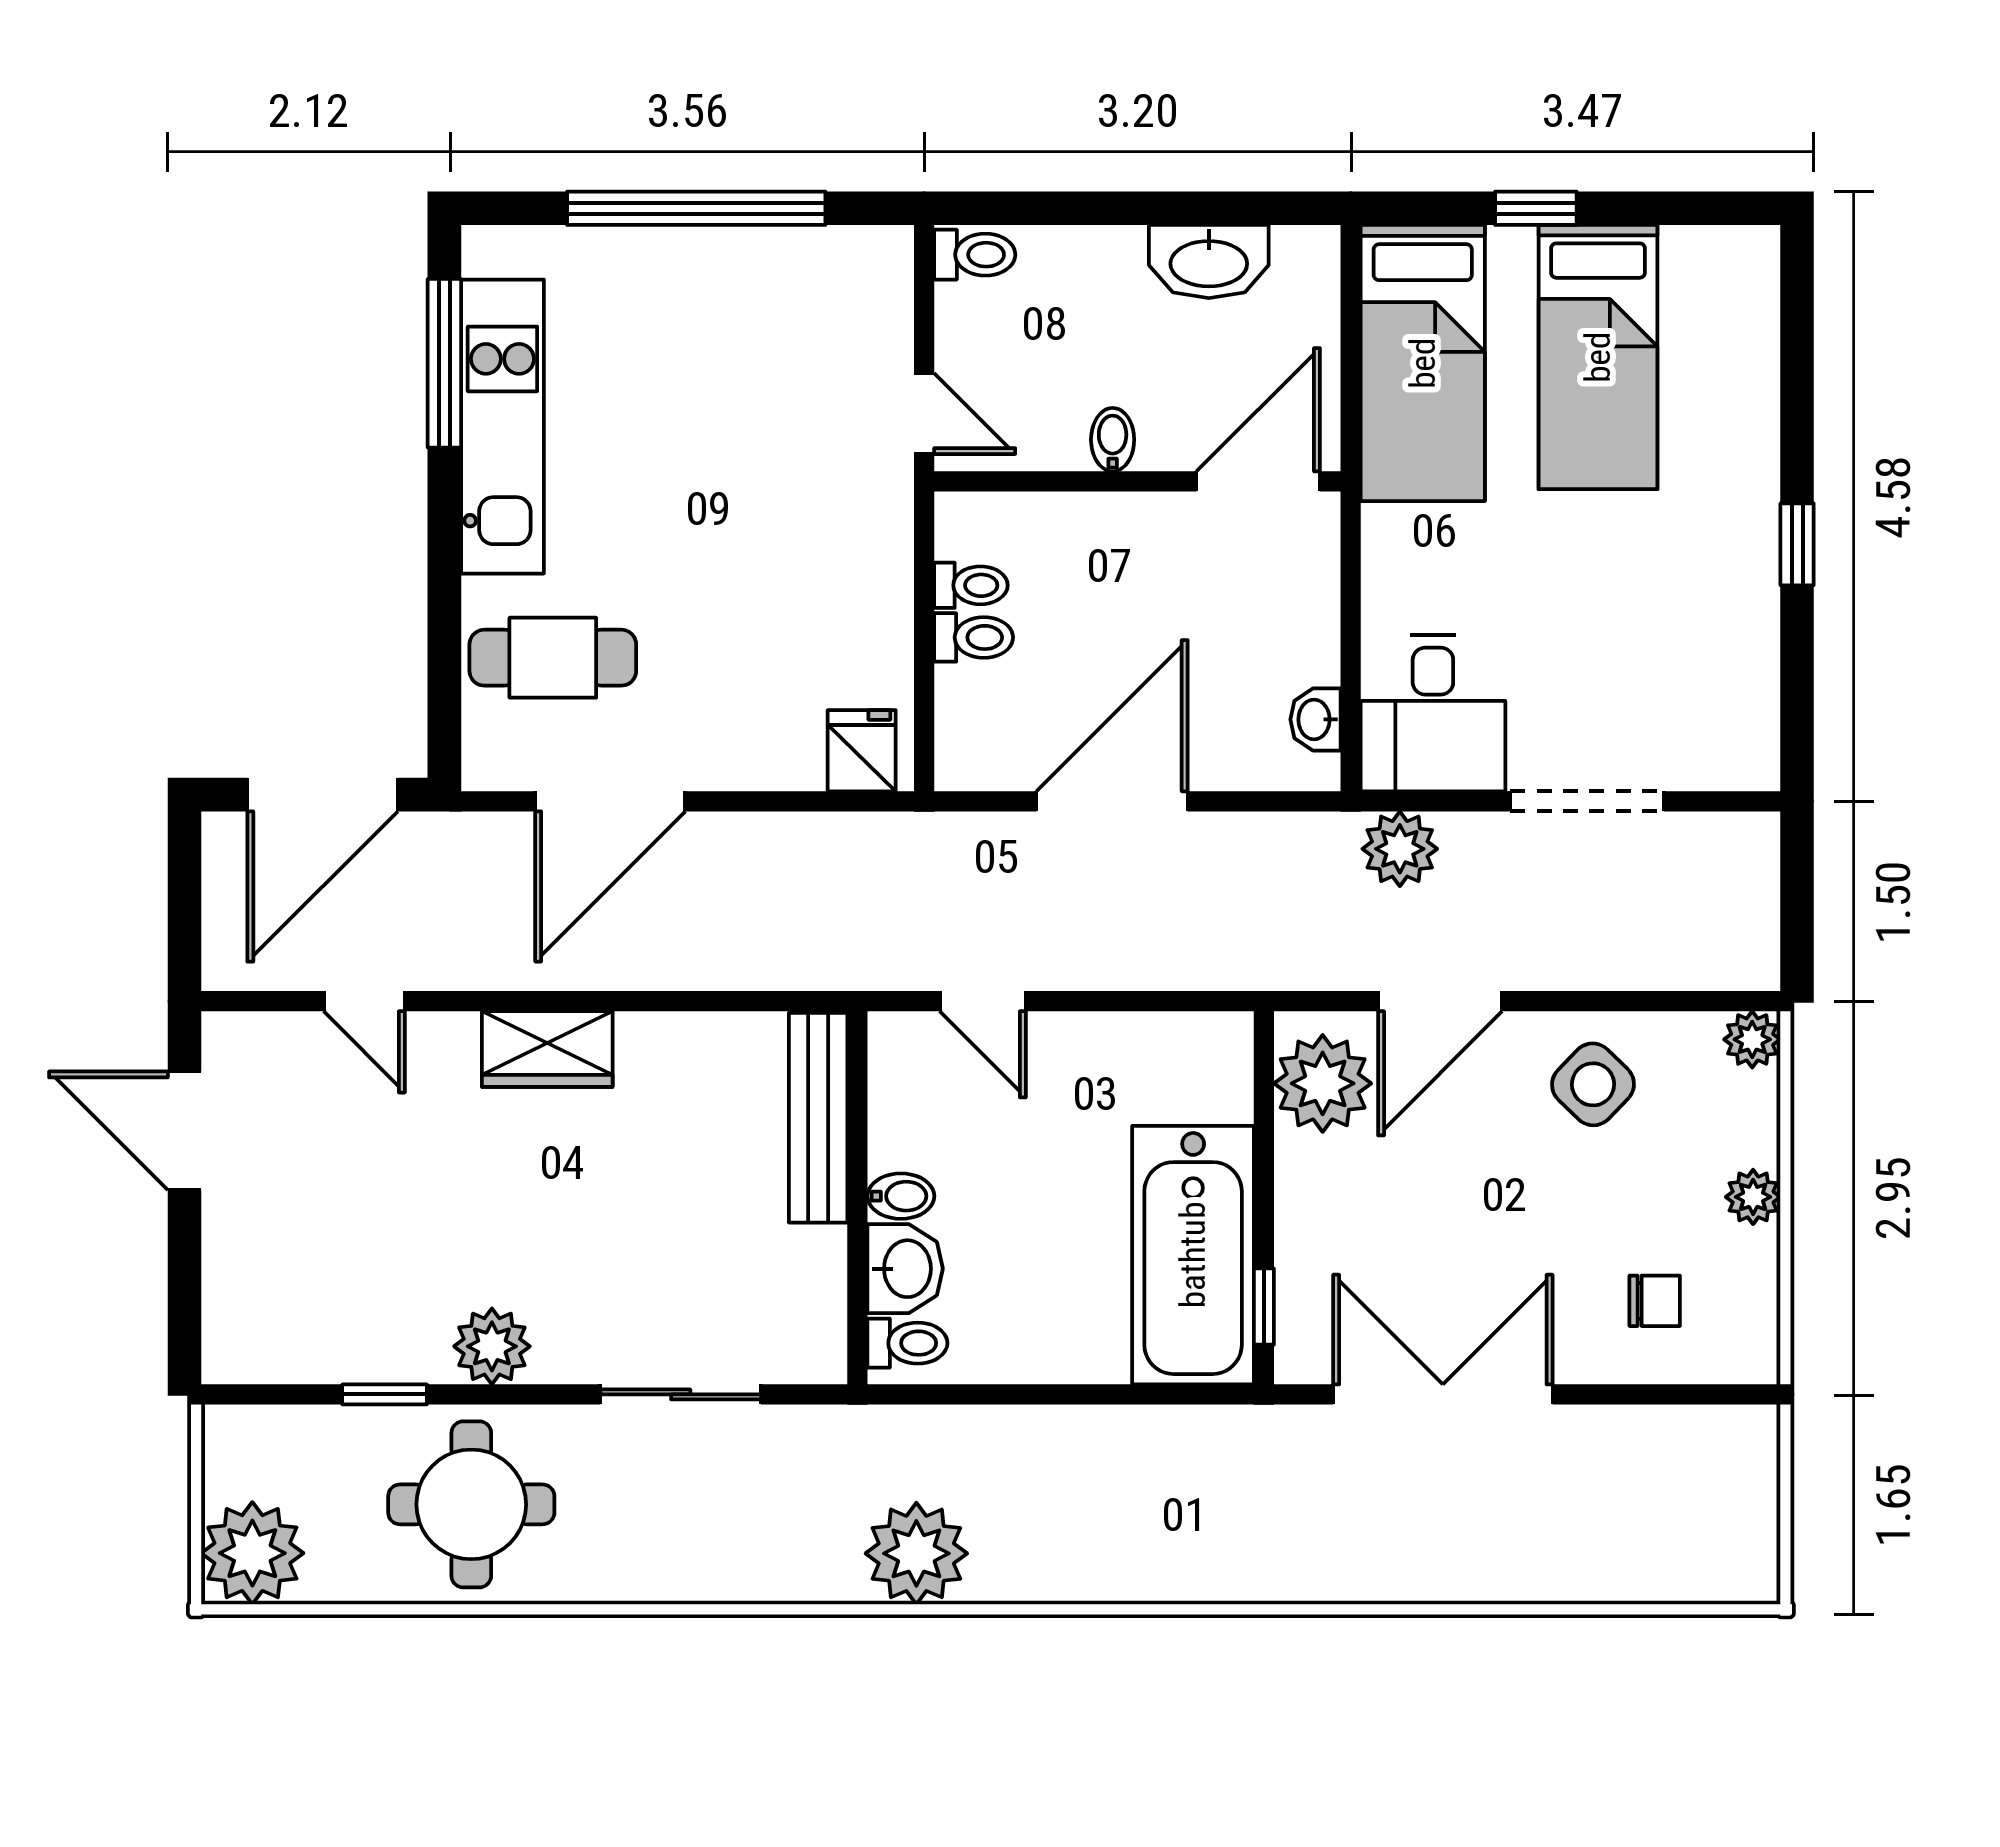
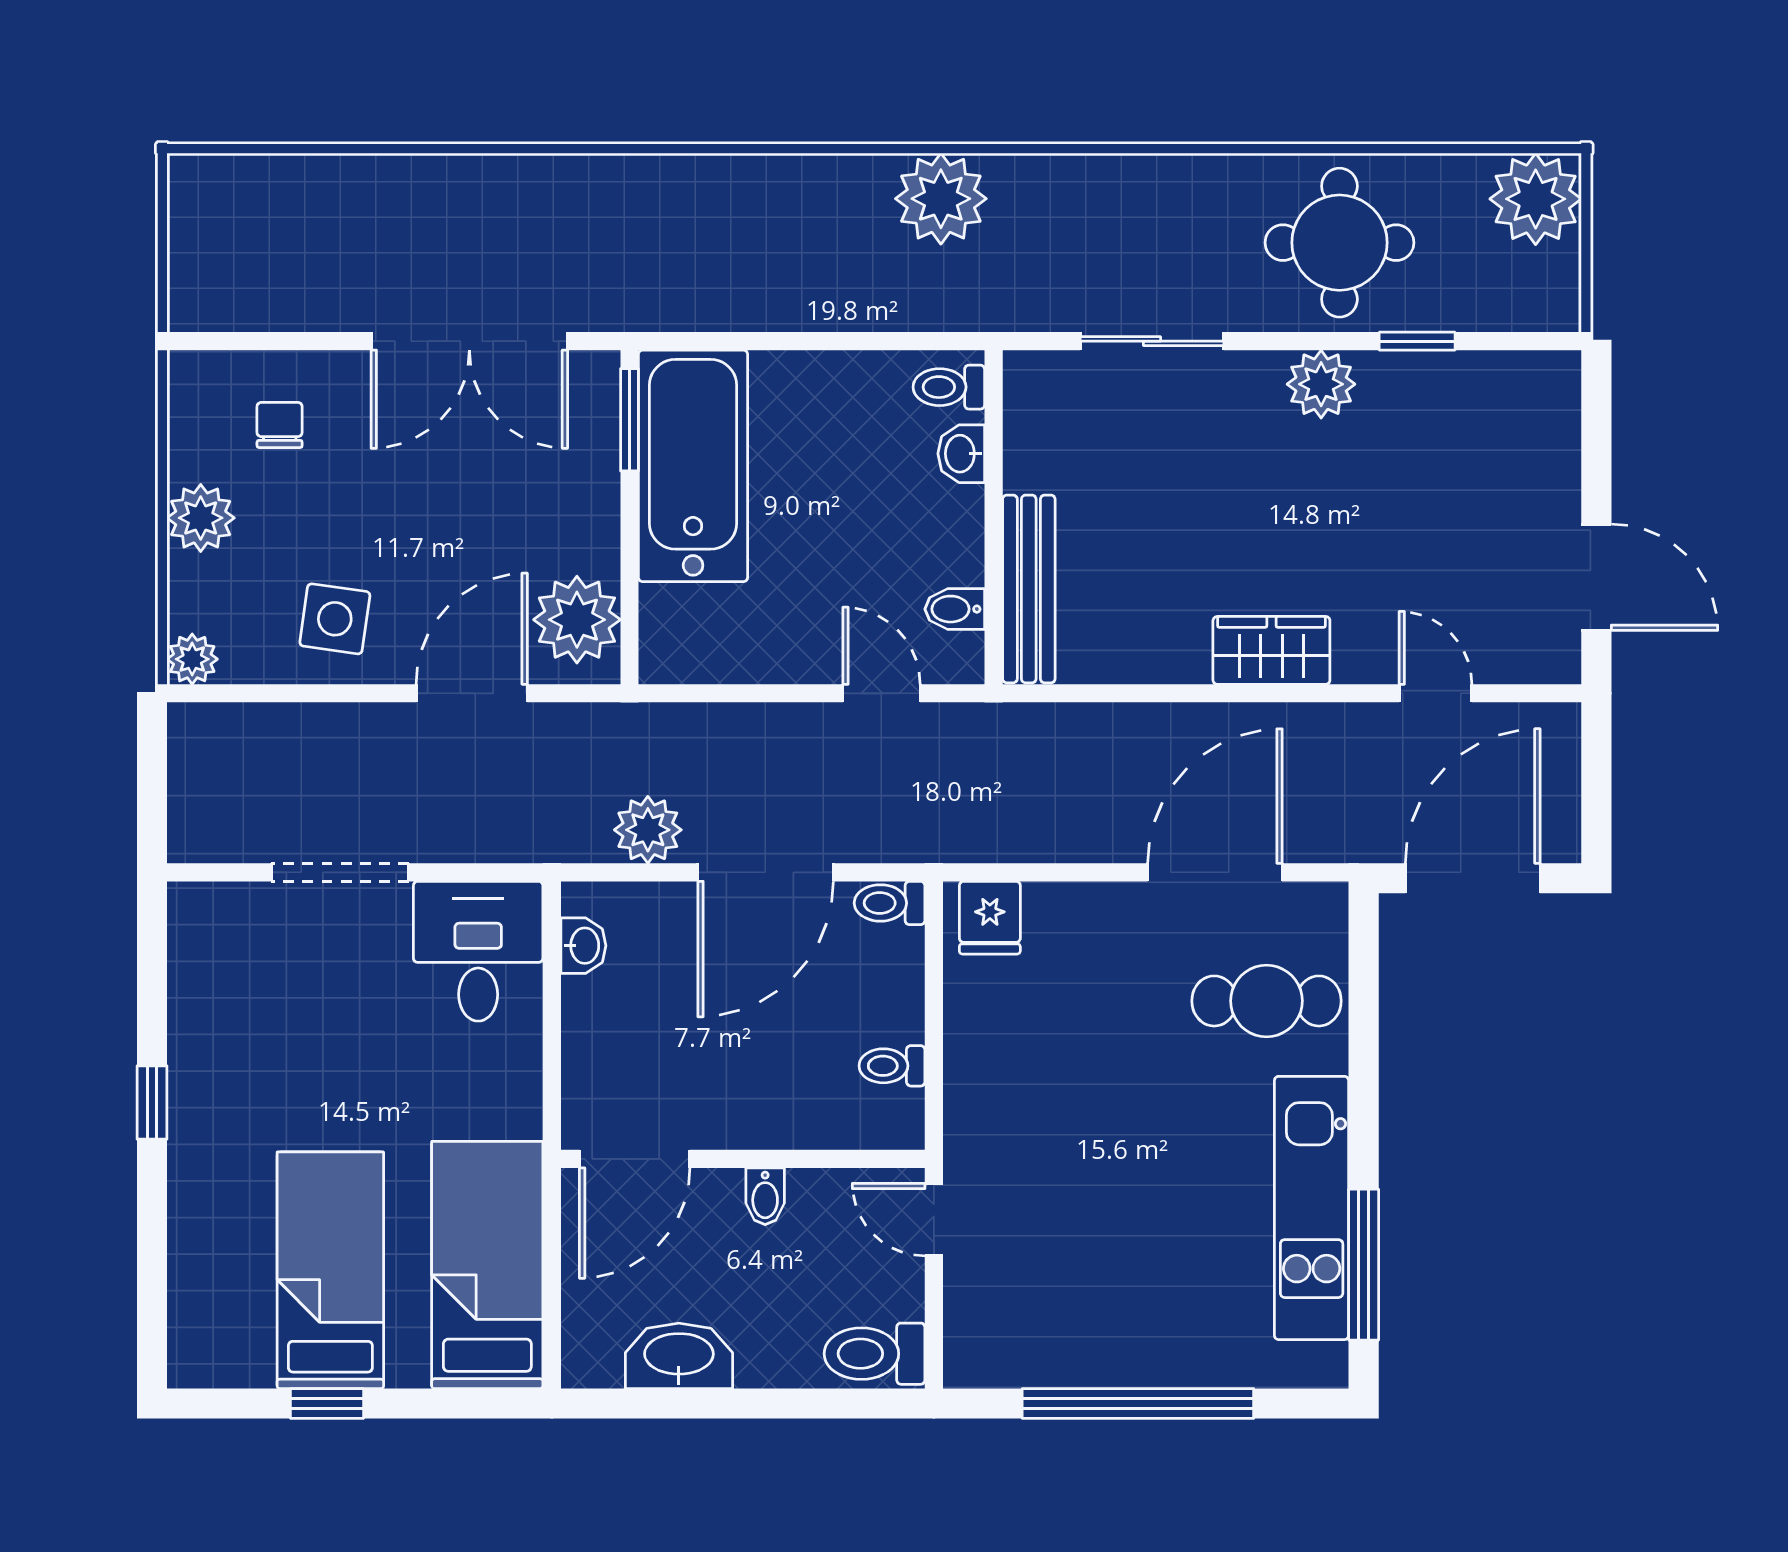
window: (1536, 208) -> (327, 1404), moved
toilet: (975, 255) -> (875, 1354), width x1.37, depth x1.39
toilet: (974, 637) -> (890, 903), moved
plant: (1400, 849) -> (648, 830), moved
side table: (1593, 1084) -> (335, 619), turned -36
bidet: (901, 1196) -> (955, 609), moved
plant: (1753, 1197) -> (201, 518), width x1.38, depth x1.38
washbasin: (905, 1269) -> (961, 454), width x0.72, depth x0.69
chair: (1655, 1301) -> (280, 425), turned 90
window: (1264, 1307) -> (630, 420), width x1.50

